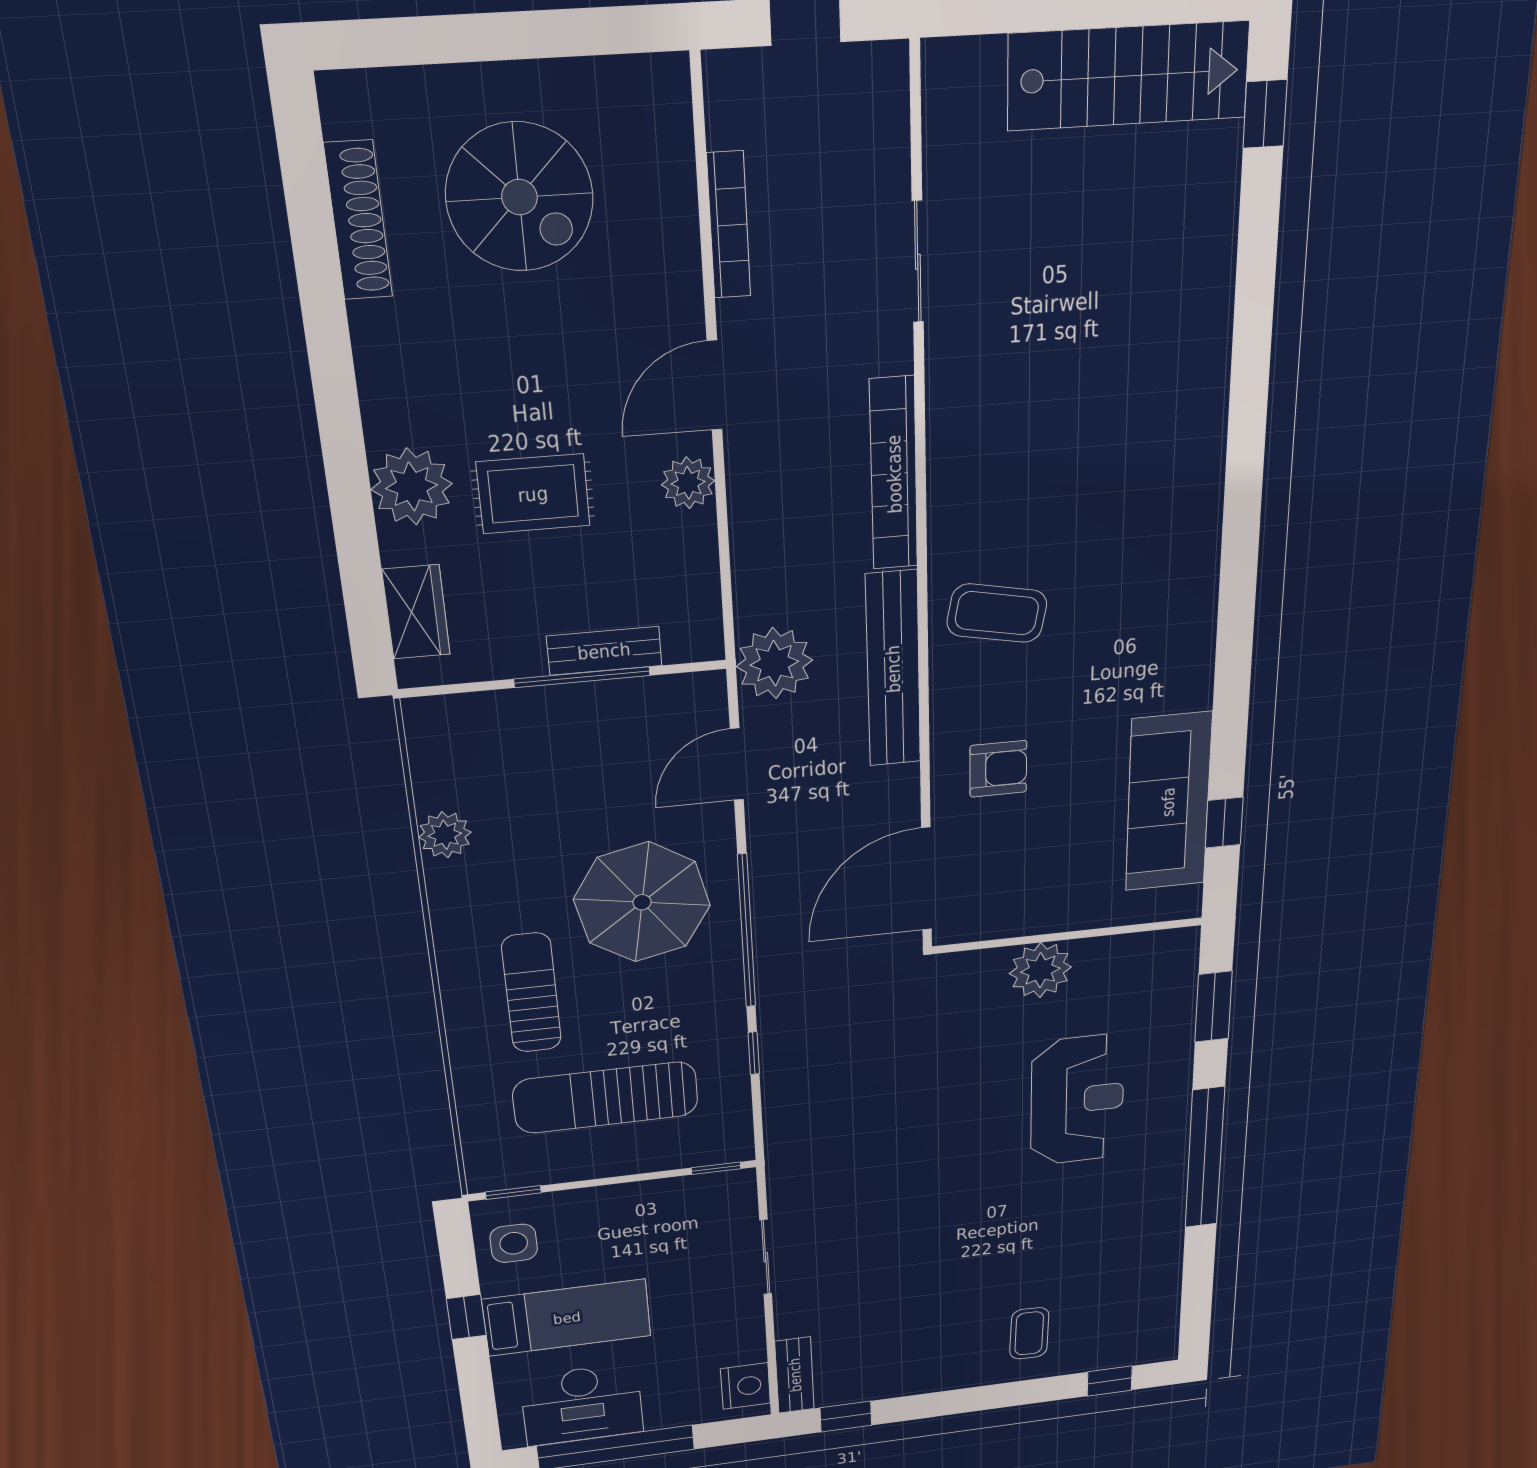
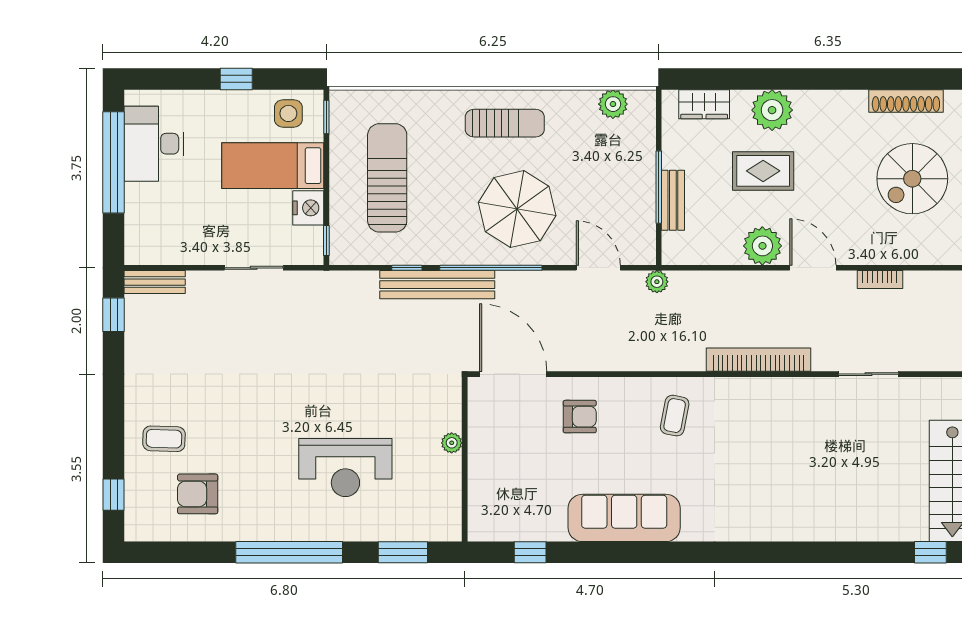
bookcase: (729, 225) -> (880, 279), width x0.64
plant: (688, 483) -> (762, 246), width x1.36, depth x1.36
rug: (533, 494) -> (763, 171), turned 90
coffee table: (997, 613) -> (675, 416), width x0.73, depth x0.77
plant: (774, 663) -> (657, 282), width x0.53, depth x0.53
bench: (893, 669) -> (437, 285), moved
armchair: (998, 769) -> (580, 417), turned -90
sofa: (1168, 802) -> (624, 518), moved
plant: (445, 835) -> (613, 104), moved
plant: (1040, 970) -> (452, 443), width x0.53, depth x0.53
sun lounger: (531, 993) -> (505, 123), moved
armchair: (1112, 1282) -> (198, 494), added
bed: (567, 1318) -> (273, 166), moved, turned 90
nightstand: (745, 1386) -> (308, 208), moved, turned -90

